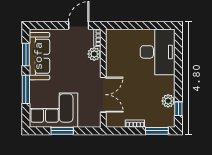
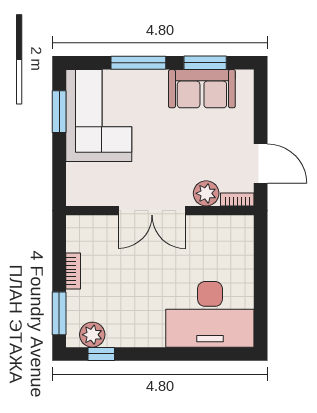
sofa: (39, 56) -> (202, 89), width x0.73
double door: (103, 95) -> (152, 211), moved
plant: (168, 101) -> (92, 335), moved
window: (62, 131) -> (59, 112), moved

